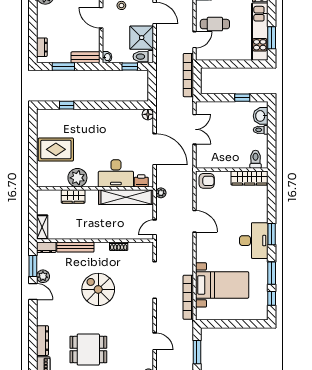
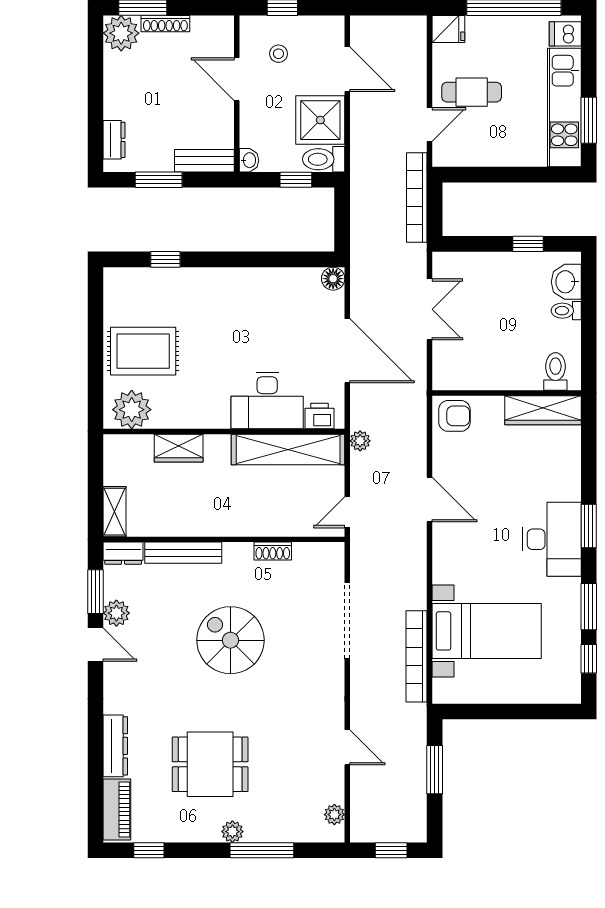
plant: (77, 178) -> (132, 410), moved

